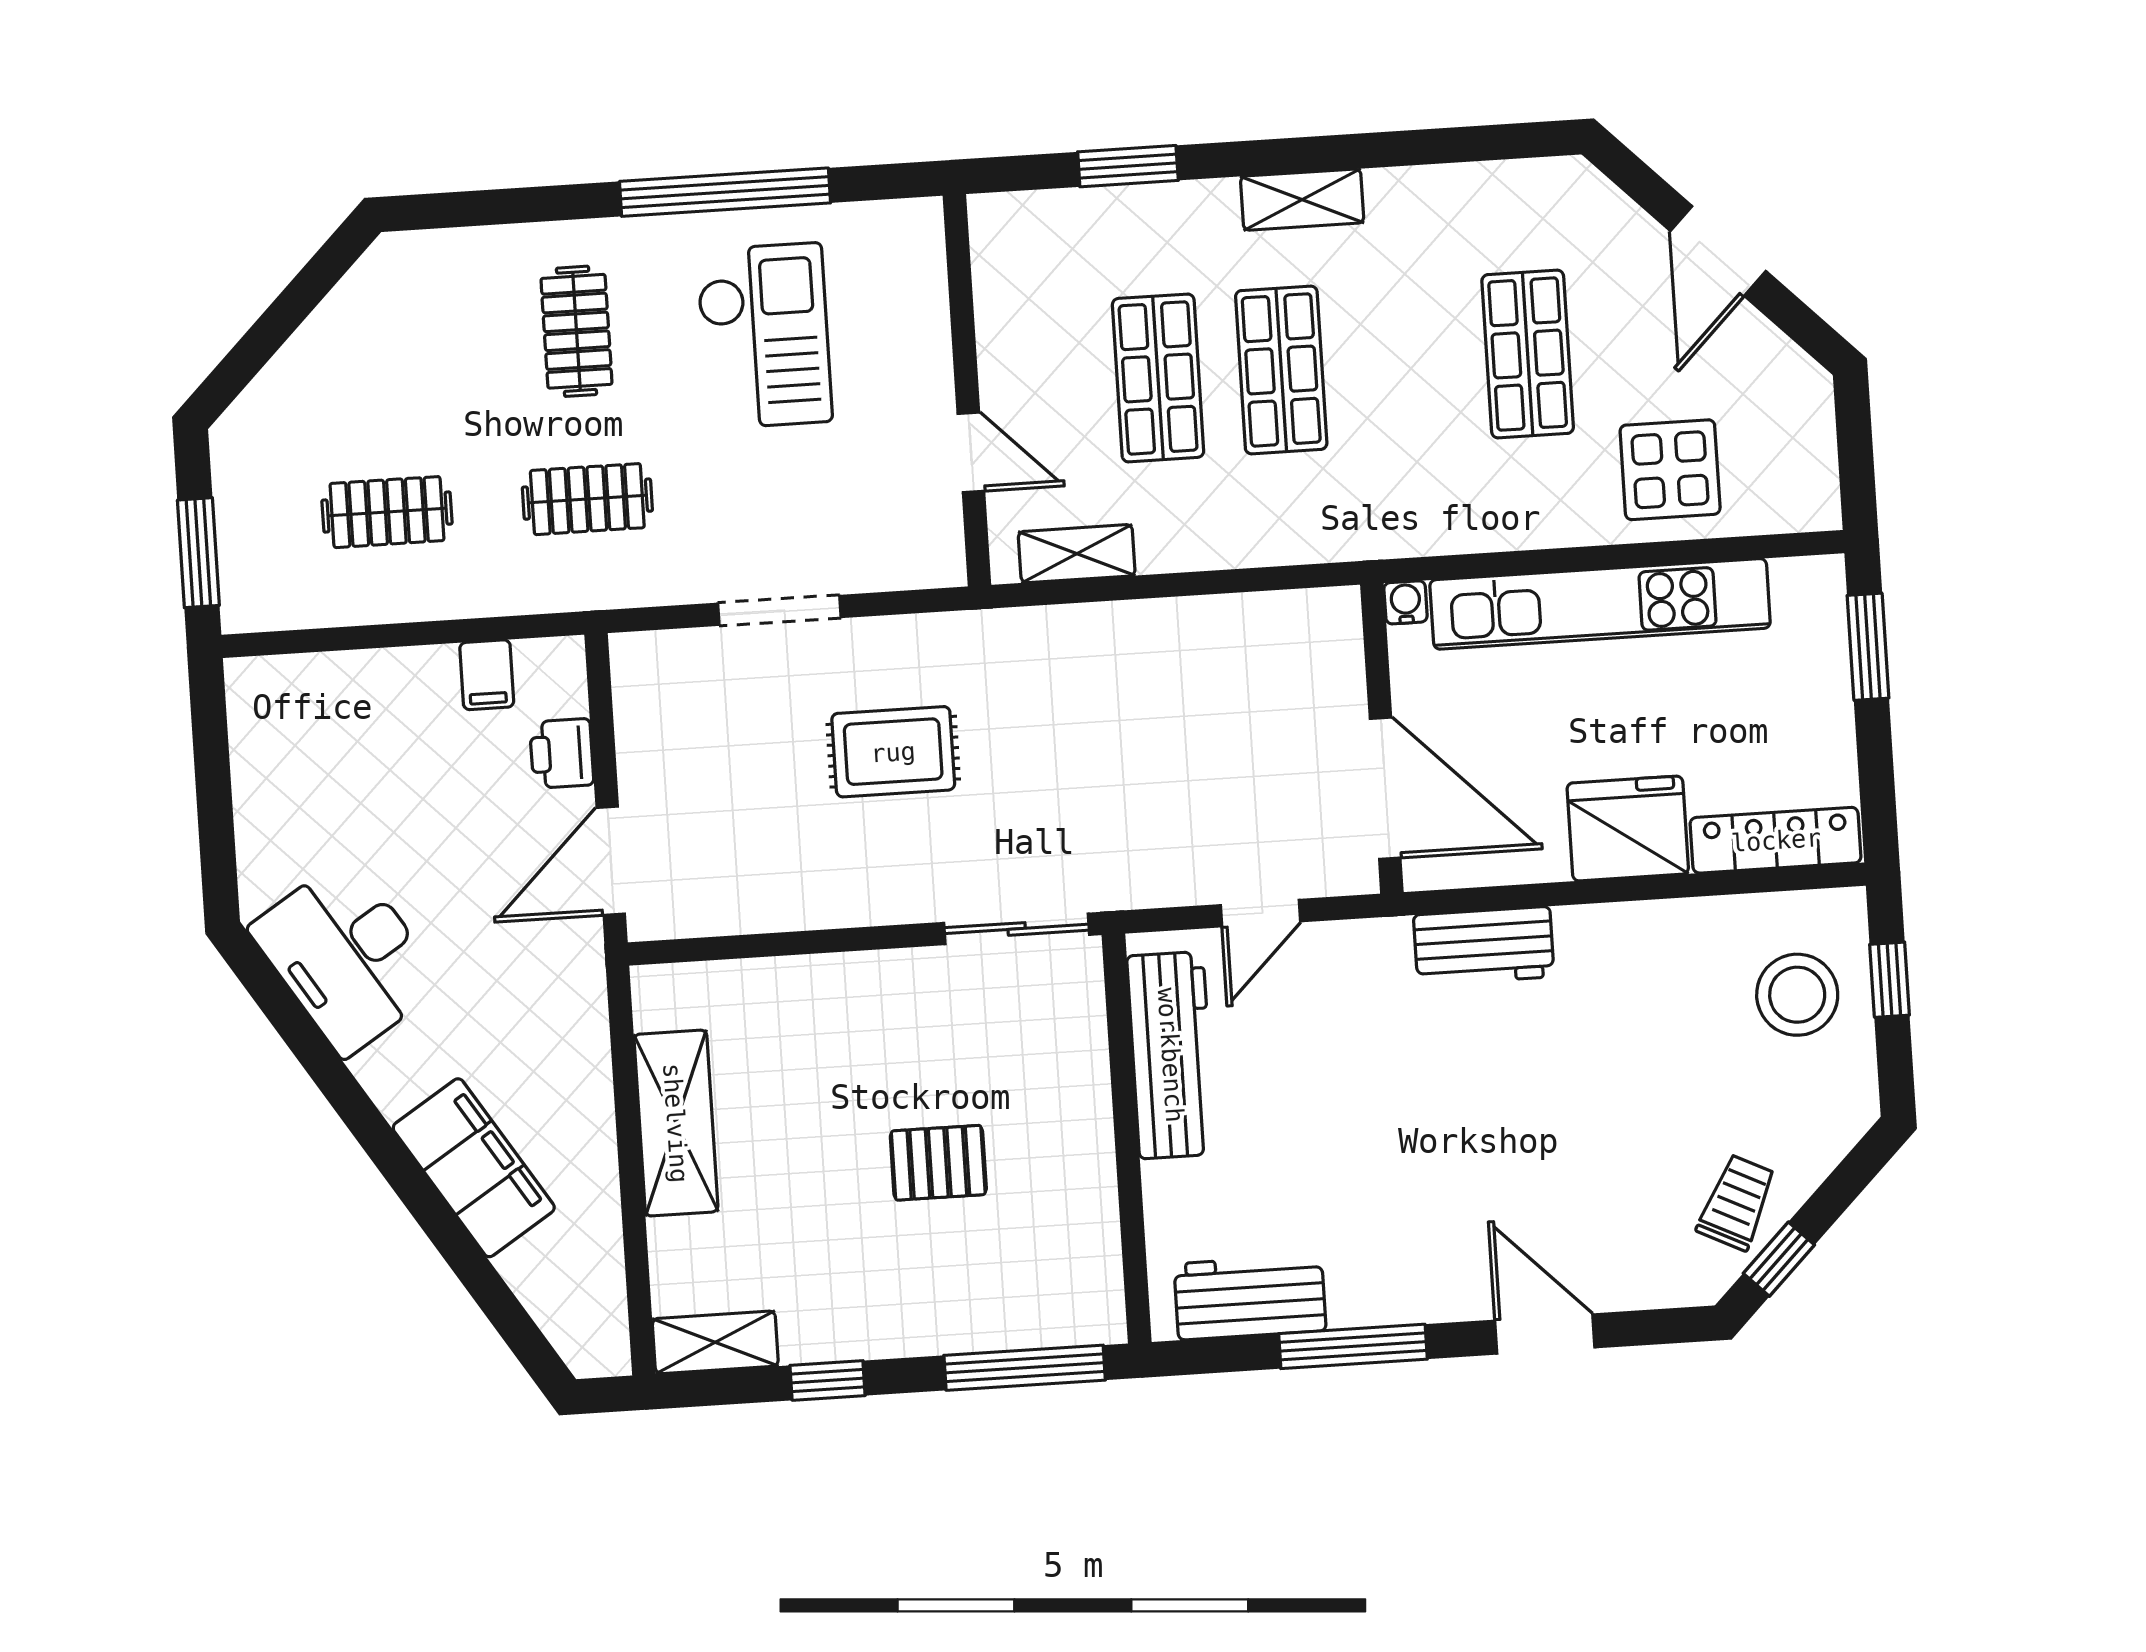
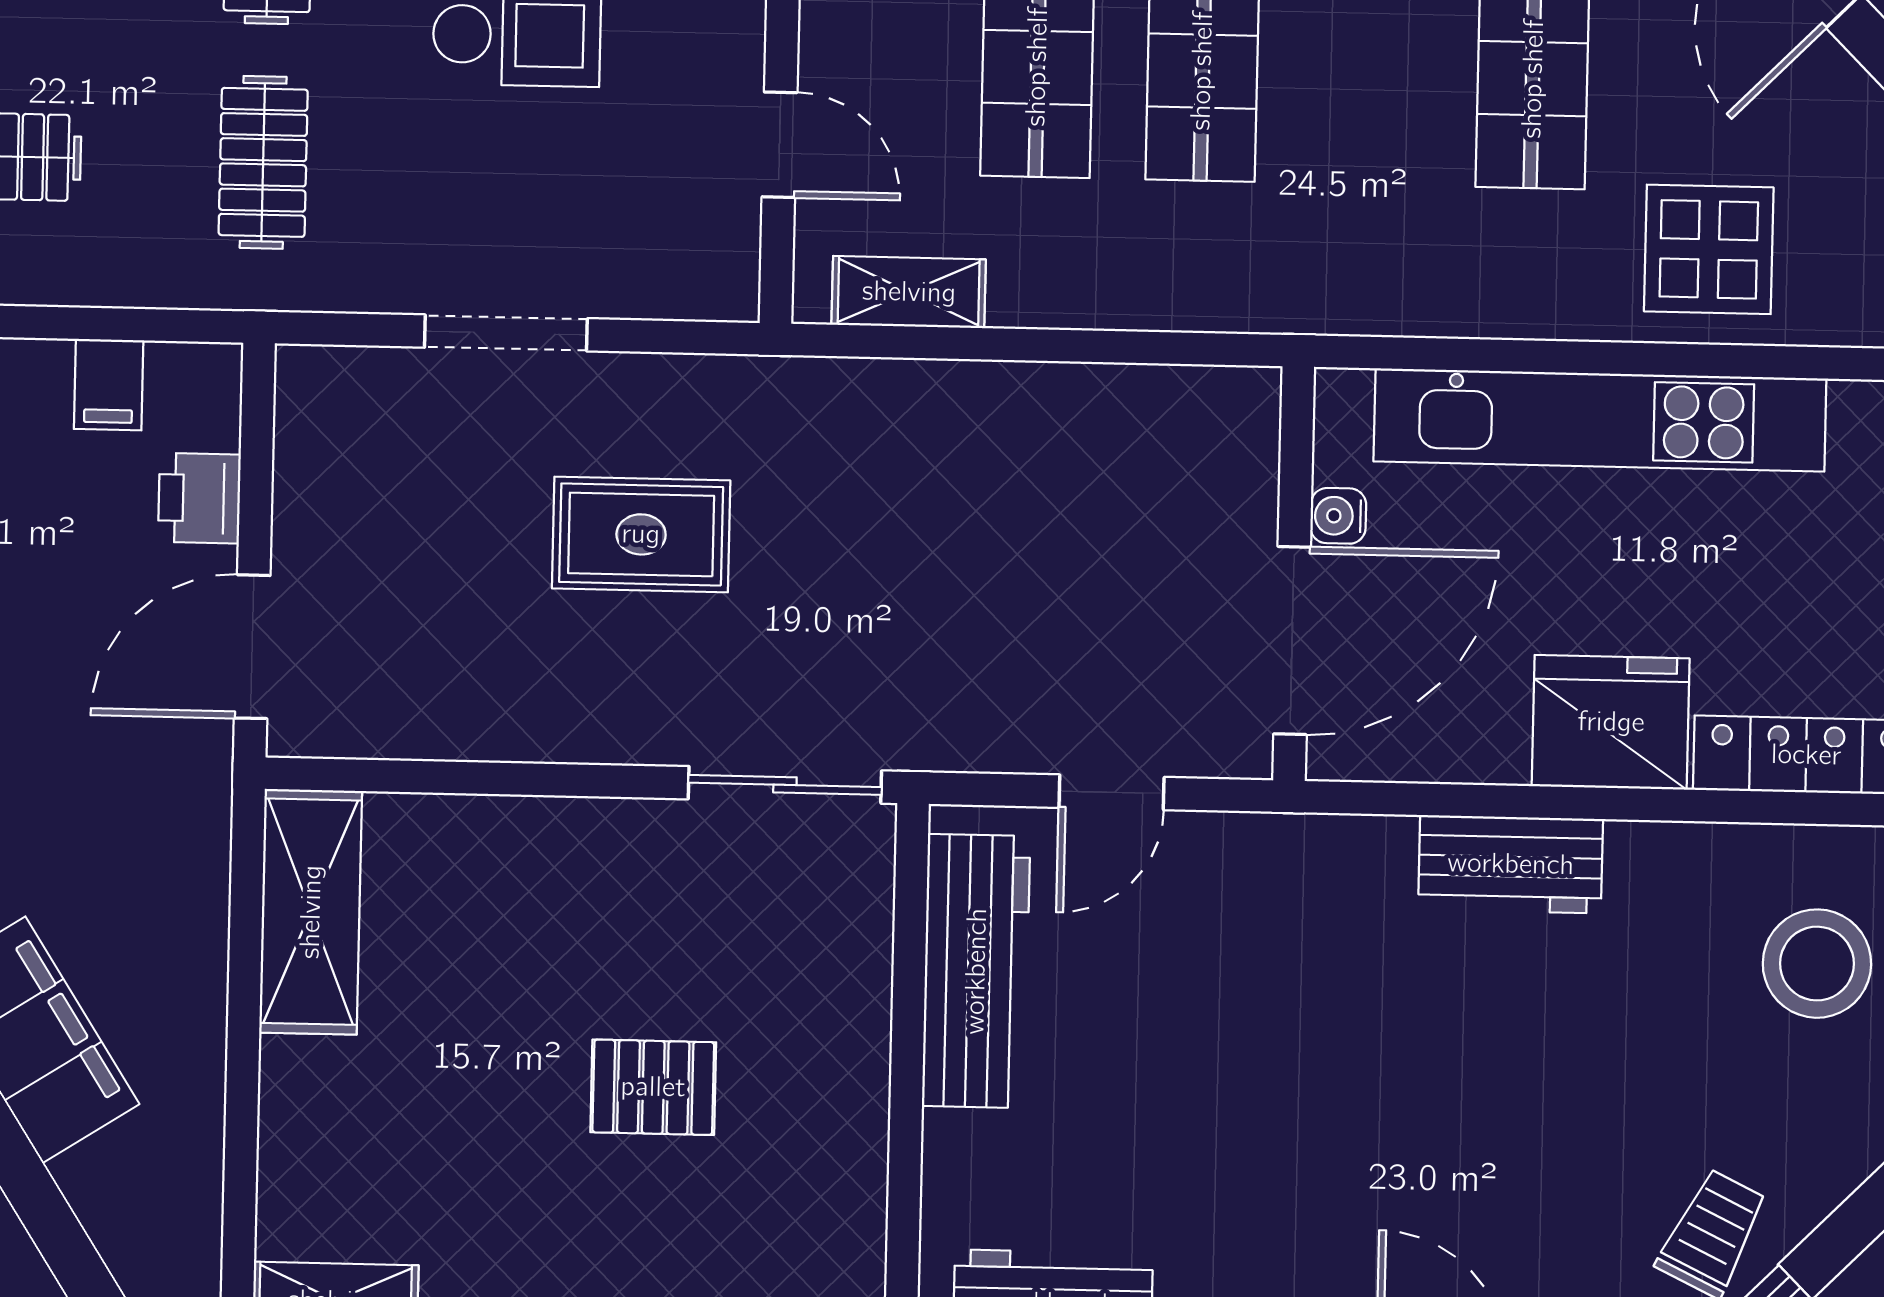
clothes rail: (587, 499) -> (263, 162), turned 90
water cooler: (1406, 602) -> (1338, 516), moved, turned -90
door: (1385, 788) -> (1292, 640), hinge flipped
workbench: (1484, 946) -> (1511, 864), moved
shelving: (676, 1123) -> (311, 912), moved

